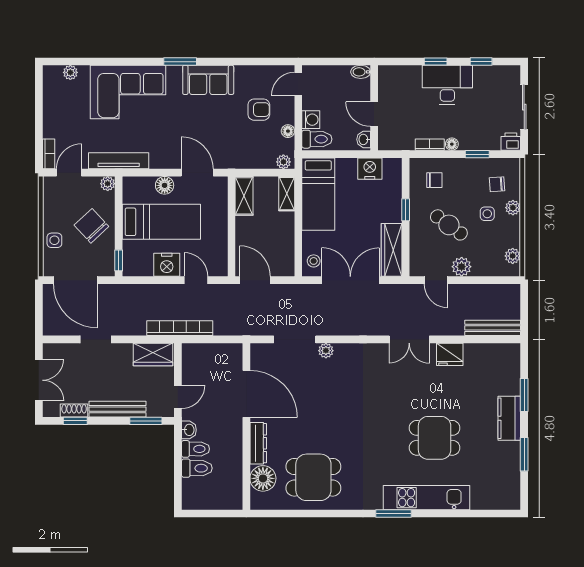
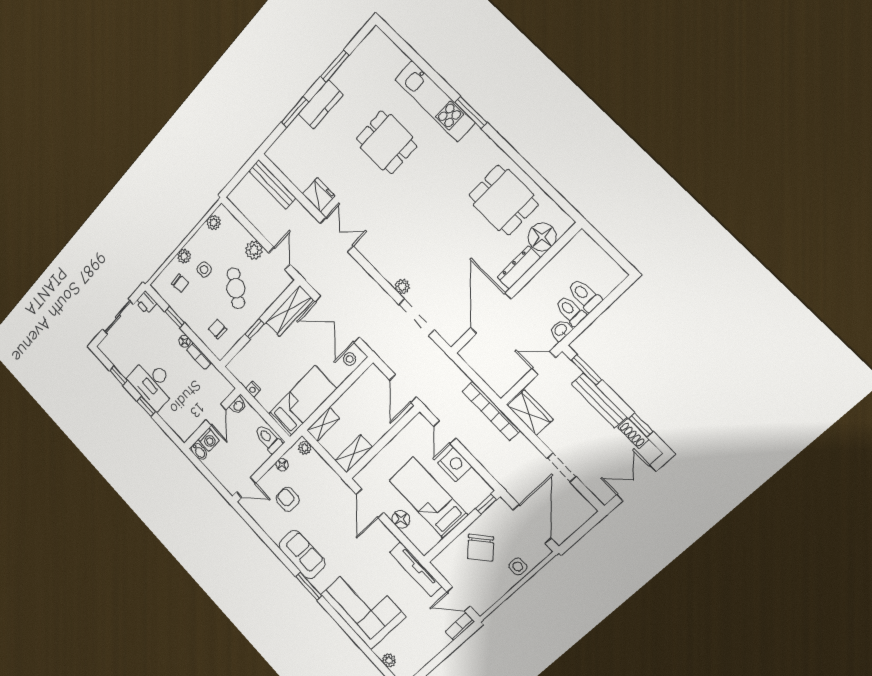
washing machine: (311, 120) -> (209, 440), moved, turned 180
nightstand: (370, 169) -> (253, 389), width x0.53, depth x0.56
plant: (108, 184) -> (439, 563), removed

